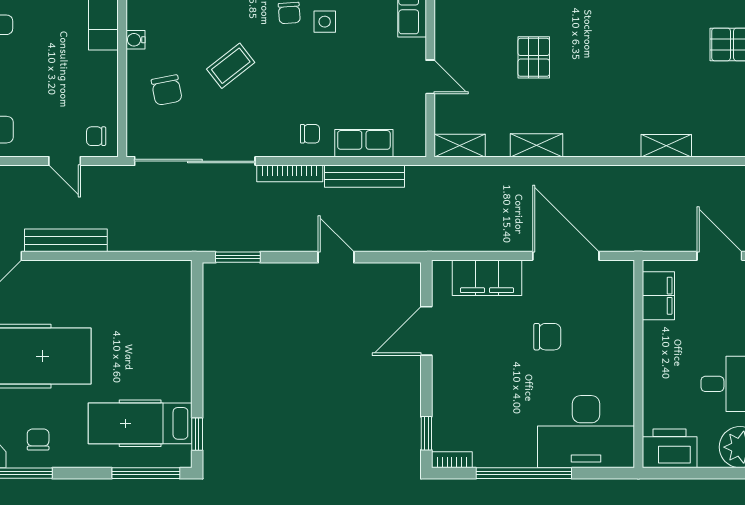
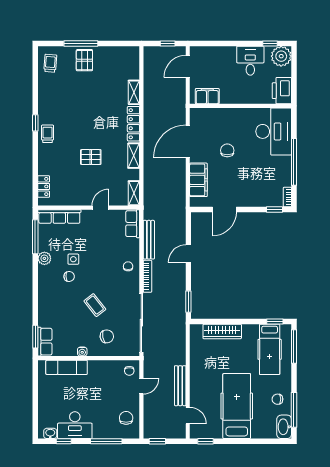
row of seats: (364, 143) -> (133, 224), moved
locker: (602, 145) -> (133, 124), added
wardrobe: (177, 326) -> (222, 331), added
door: (426, 331) -> (224, 210), hinge flipped

